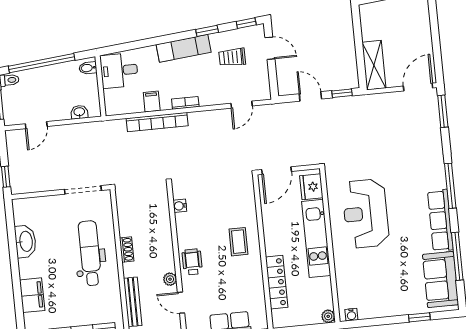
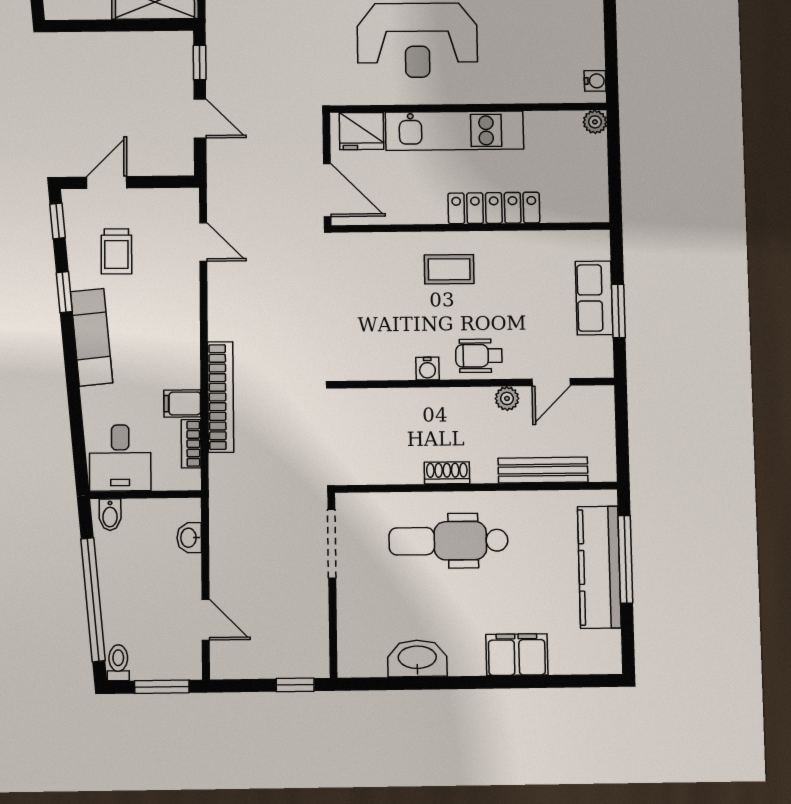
door: (310, 96) -> (200, 118), swing flipped
bookcase: (185, 103) -> (191, 444), moved
water cooler: (180, 206) -> (427, 368), moved
locker: (277, 282) -> (494, 208), moved

